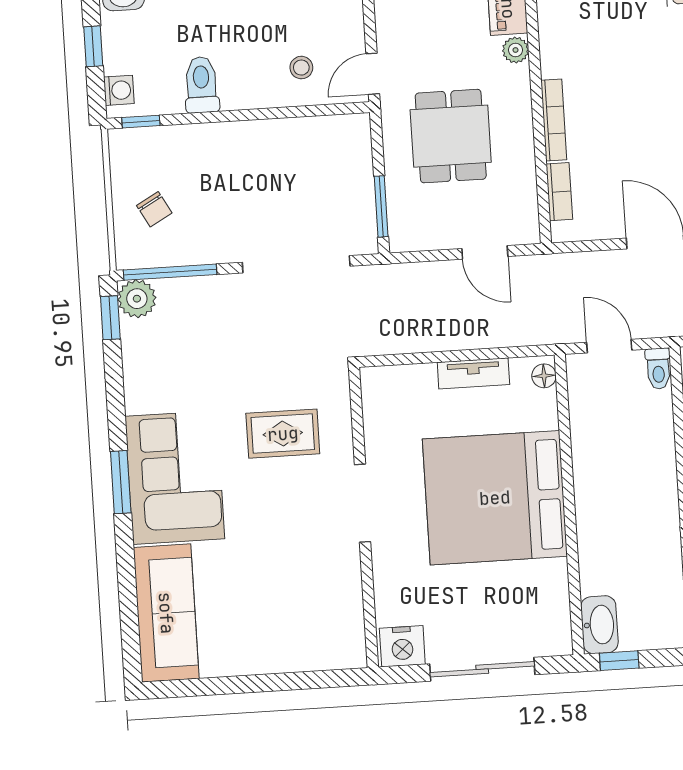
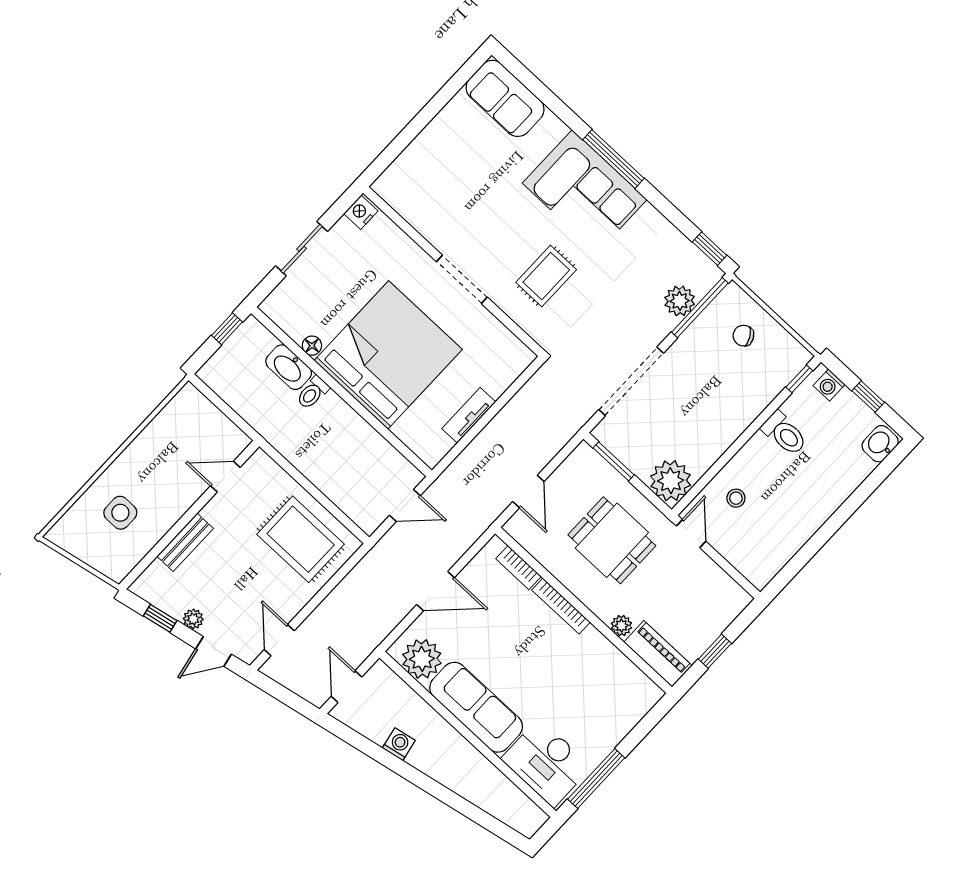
plant: (346, 140) -> (671, 481), added
door: (485, 252) -> (528, 492), swing flipped
plant: (137, 299) -> (680, 301), moved
toilet: (658, 369) -> (313, 393), moved, turned -90
floor lamp: (544, 376) -> (312, 346), moved
window: (121, 482) -> (613, 159), width x1.44
sofa: (166, 613) -> (505, 98), width x0.73
washbasin: (599, 625) -> (289, 367), moved
nightstand: (402, 646) -> (361, 212), width x0.74, depth x0.75
sliding door: (482, 669) -> (302, 249), width x0.73

